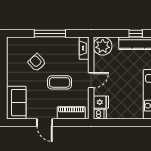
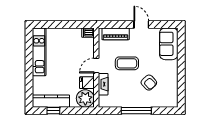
fireplace: (84, 48) -> (103, 84), moved
fridge: (101, 102) -> (87, 83), moved

